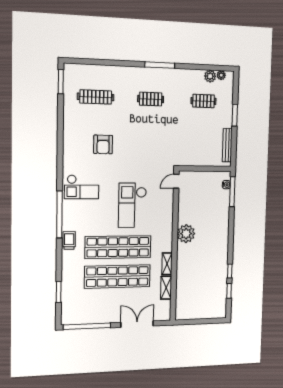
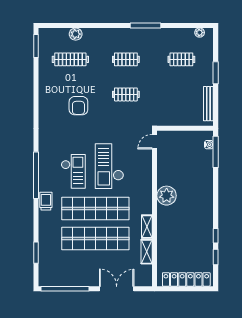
window: (160, 65) -> (145, 25), moved
plant: (210, 76) -> (76, 34), moved
clothes rail: (150, 134) -> (126, 94), added
checkout: (82, 187) -> (73, 171), moved, turned -90
locker: (202, 313) -> (186, 279), added

